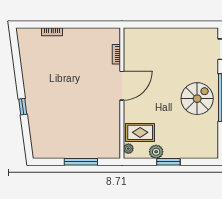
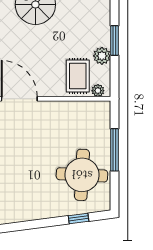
window: (23, 107) -> (78, 218), moved
round table: (61, 136) -> (82, 175), added

